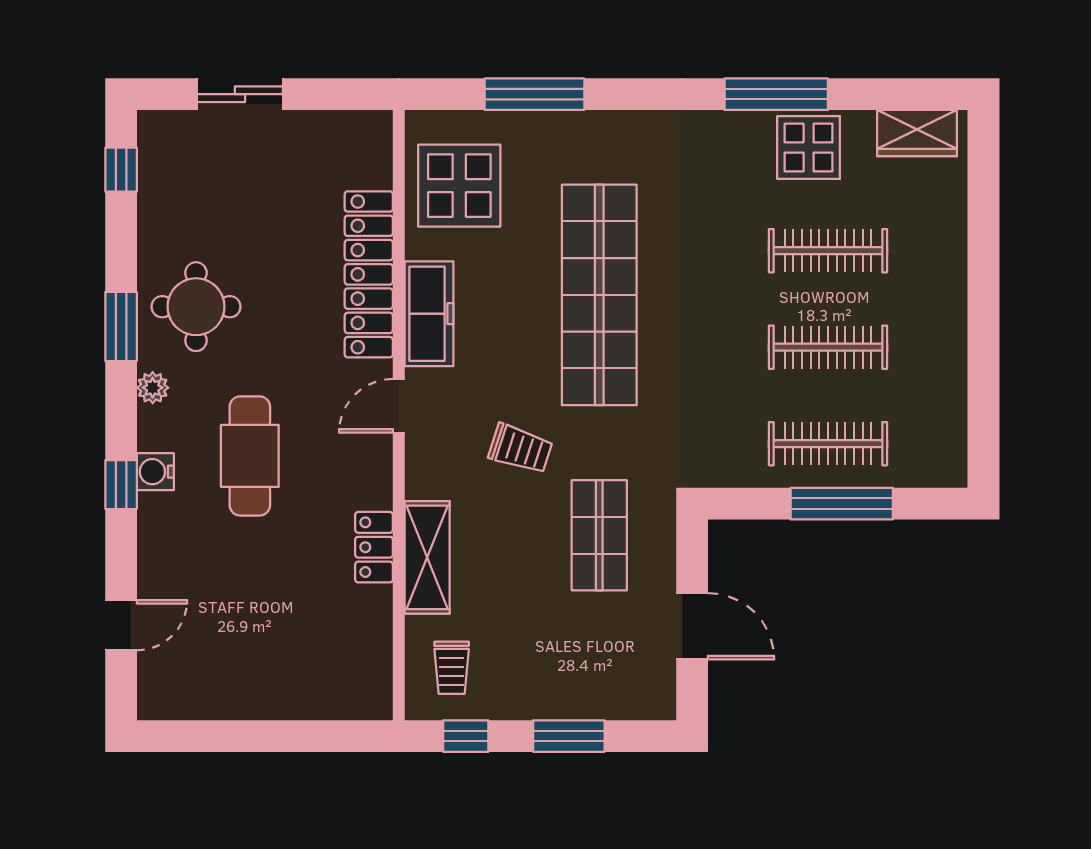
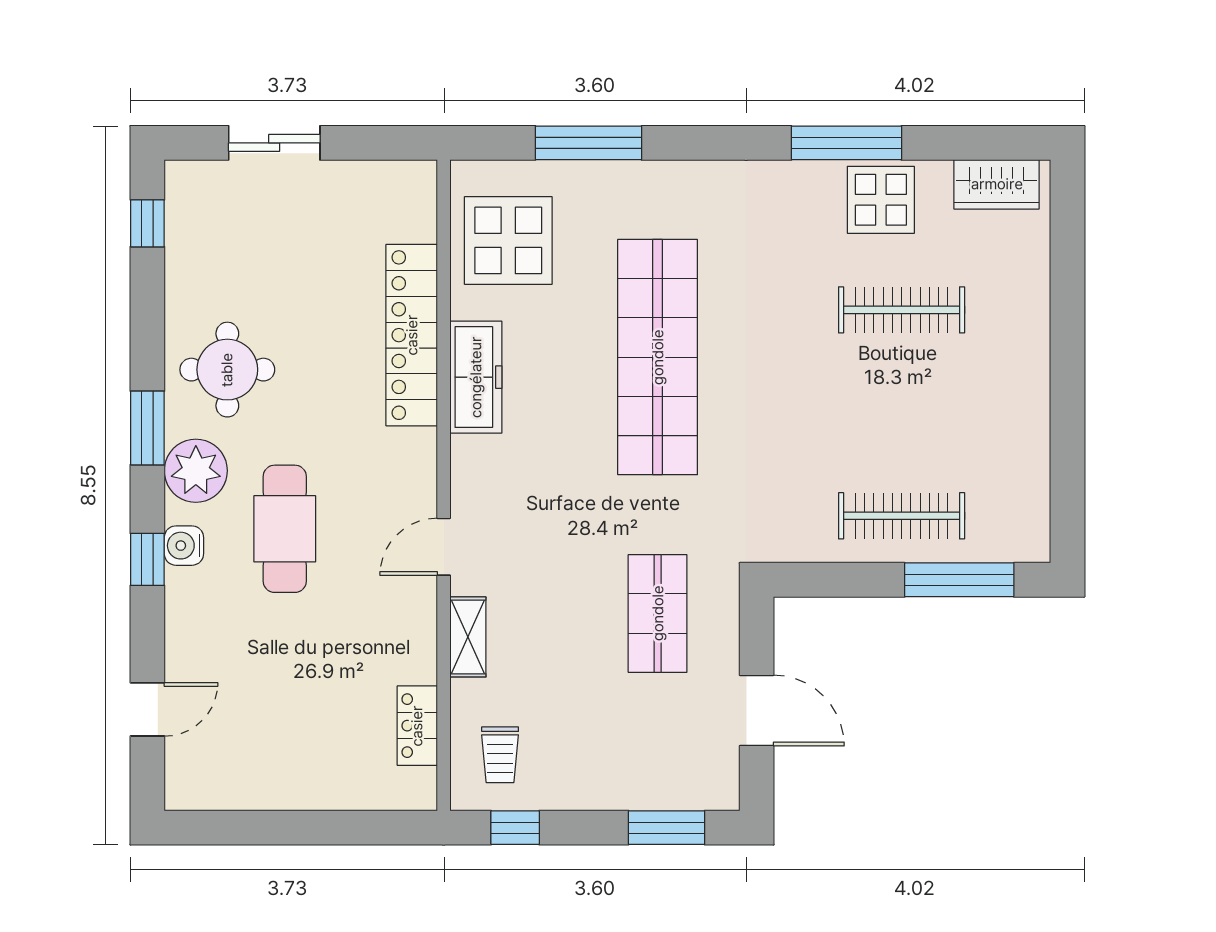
window: (121, 326) -> (147, 428), moved
clothes rail: (828, 347) -> (902, 413), removed
plant: (153, 388) -> (196, 471), width x1.87, depth x1.87
door: (399, 406) -> (444, 547), moved
trolley: (520, 449) -> (573, 521), removed
window: (842, 504) -> (959, 580), moved
locker: (374, 547) -> (417, 726), moved
shelving: (427, 557) -> (468, 637), width x0.67, depth x0.75
window: (569, 736) -> (667, 828), moved

